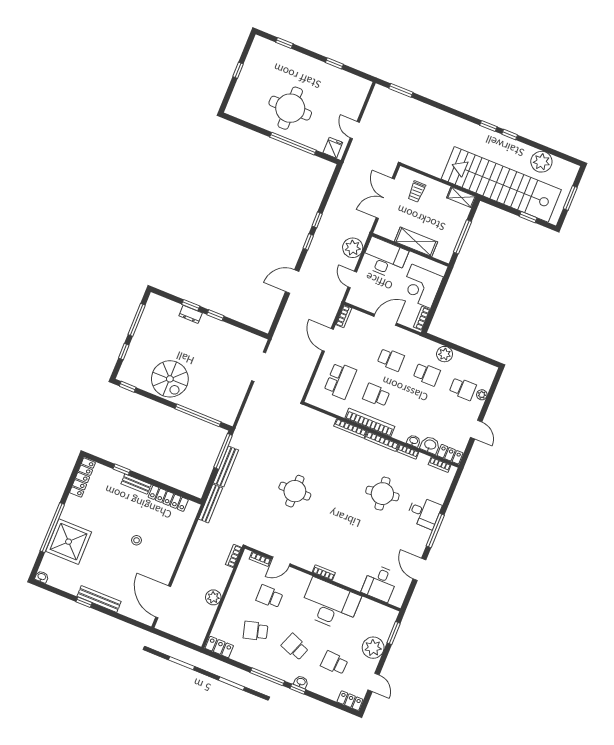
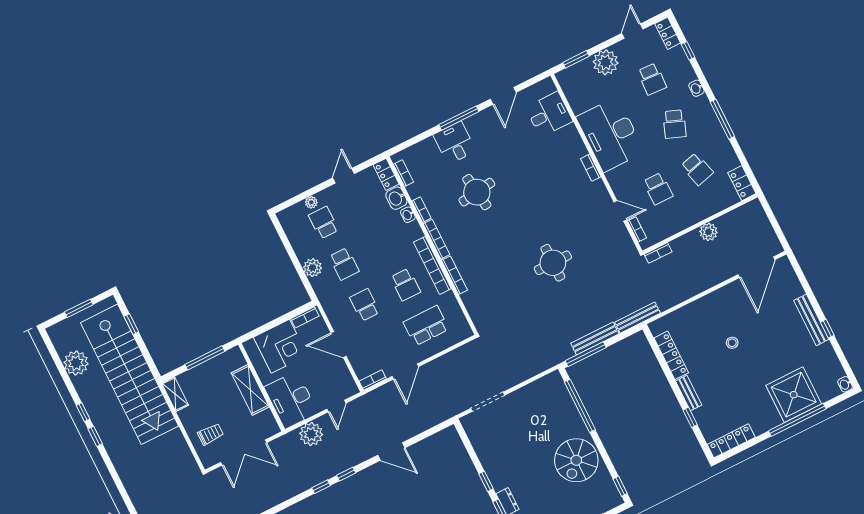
school desk: (427, 374) -> (344, 264), turned 180
spiral stairs: (170, 379) -> (576, 460), turned 180
window: (298, 689) -> (688, 51), moved

